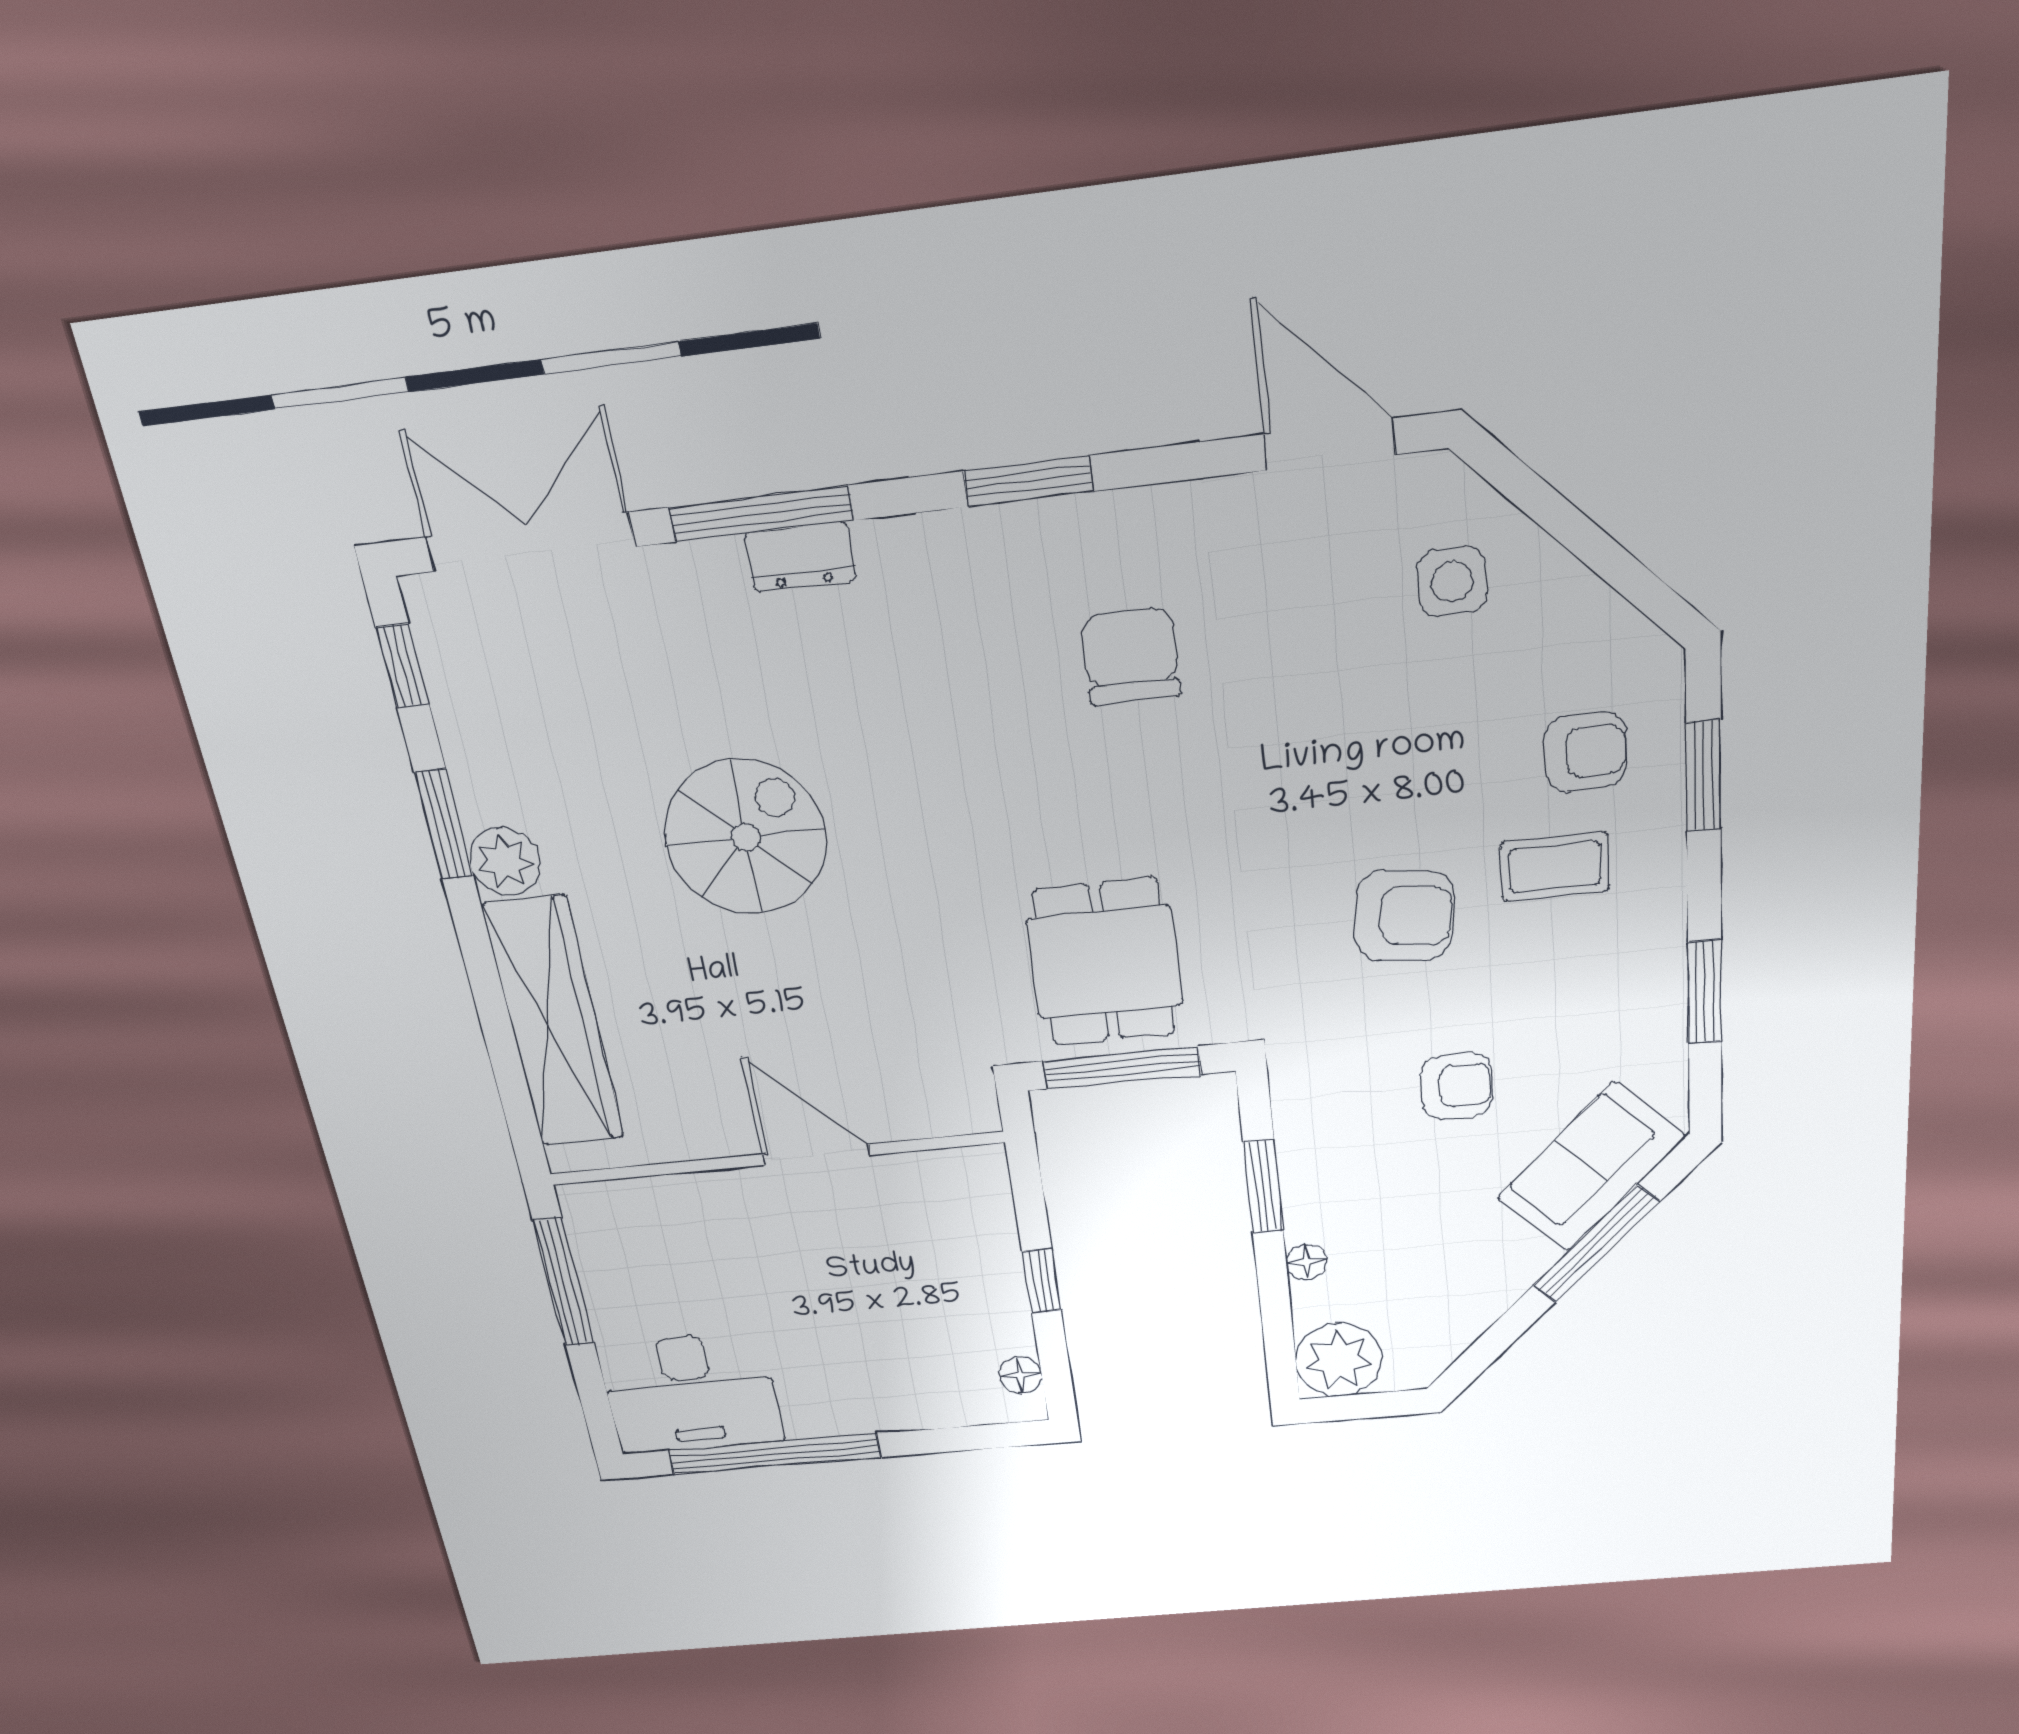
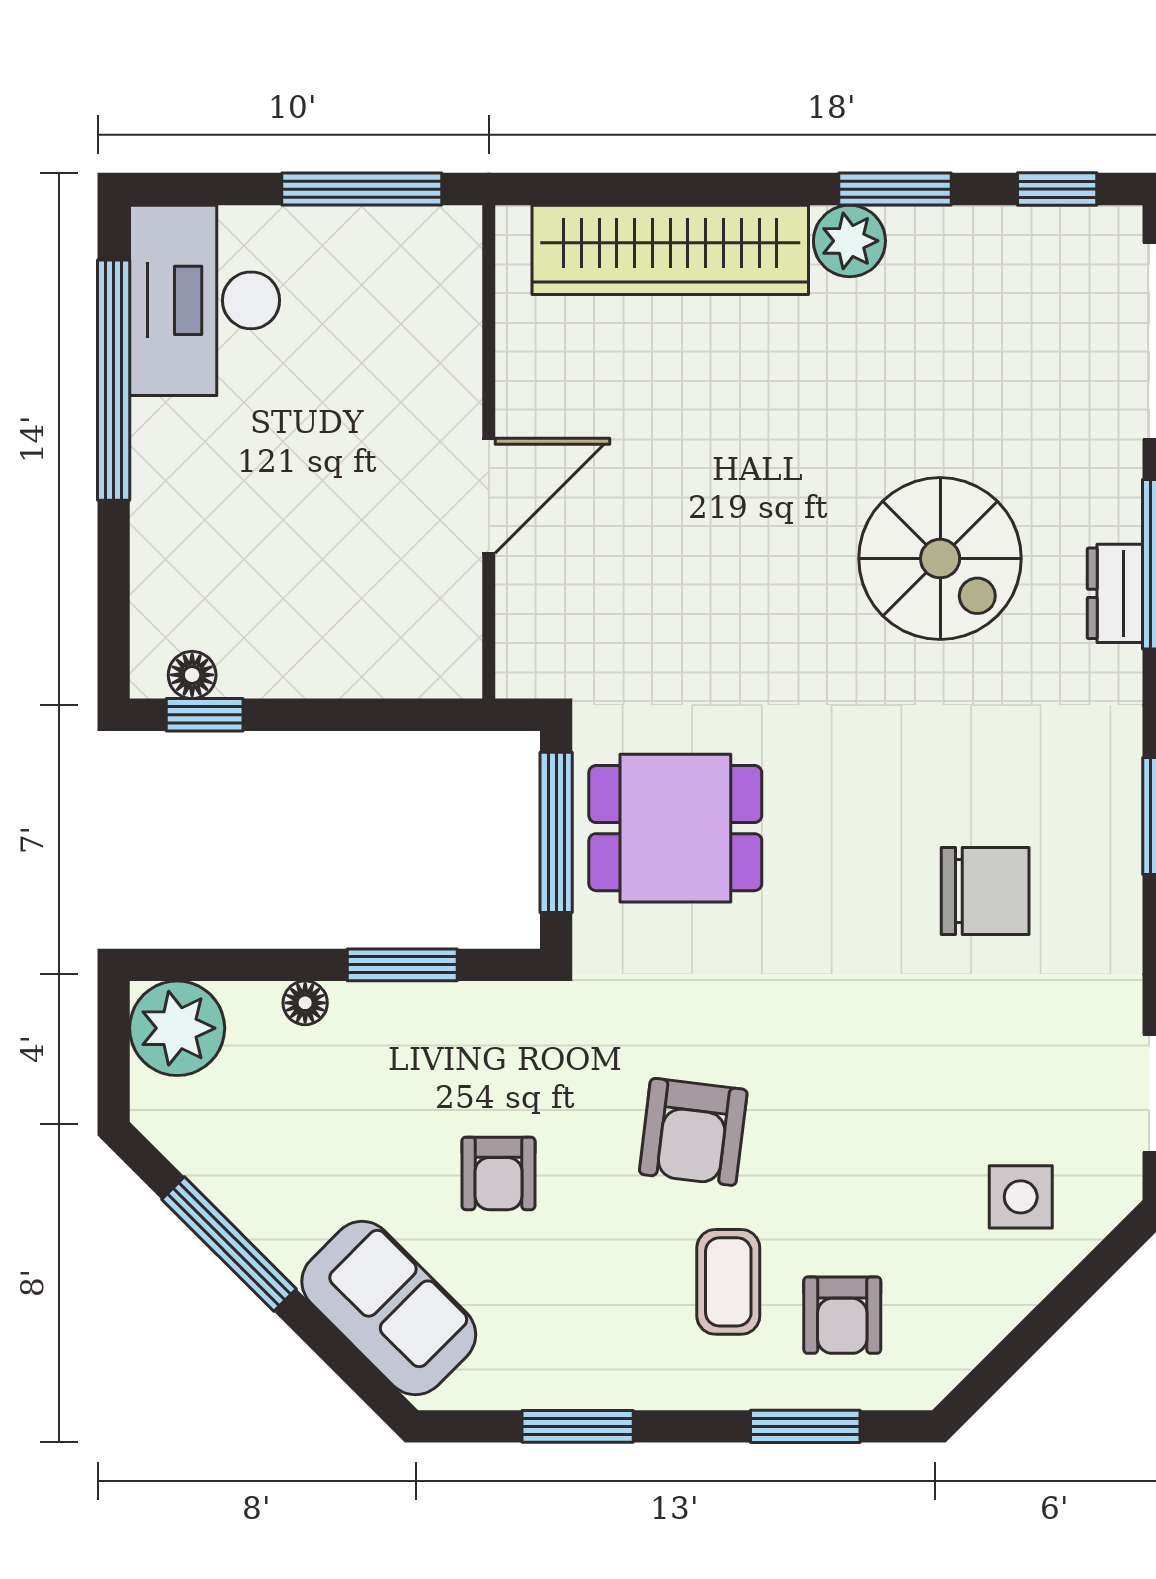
spiral stairs: (746, 837) -> (940, 559), moved
window: (1596, 1244) -> (229, 1244), moved
window: (1042, 1281) -> (205, 715), moved

